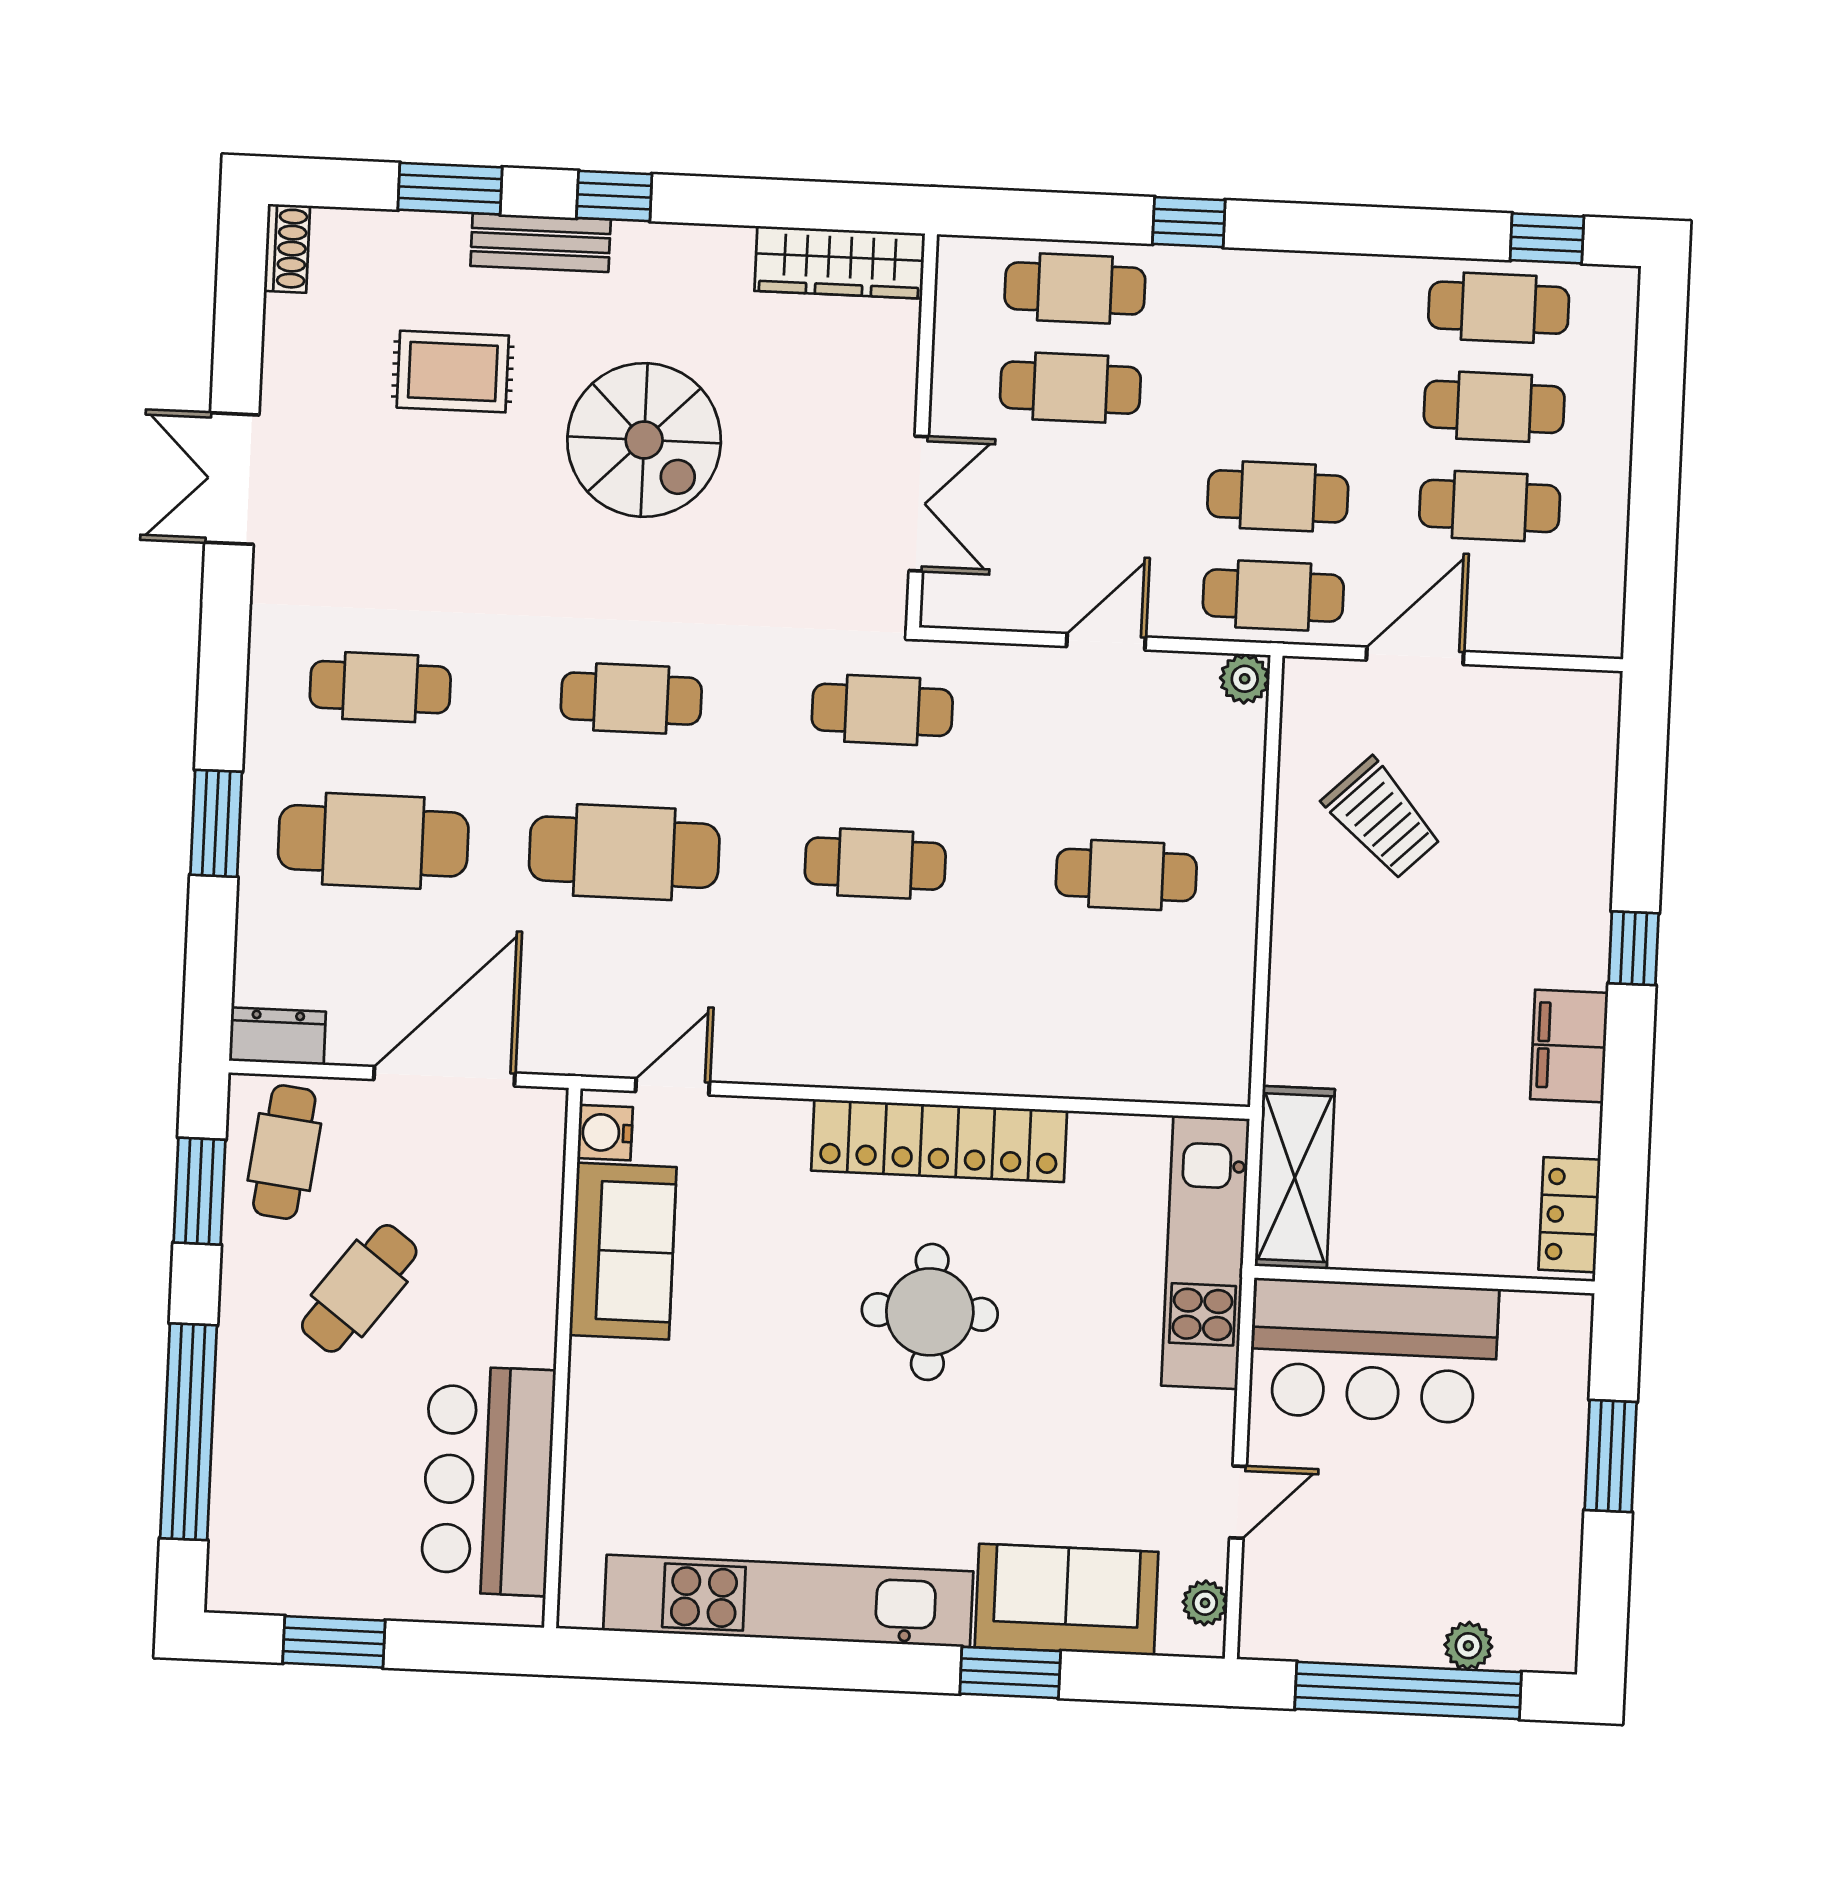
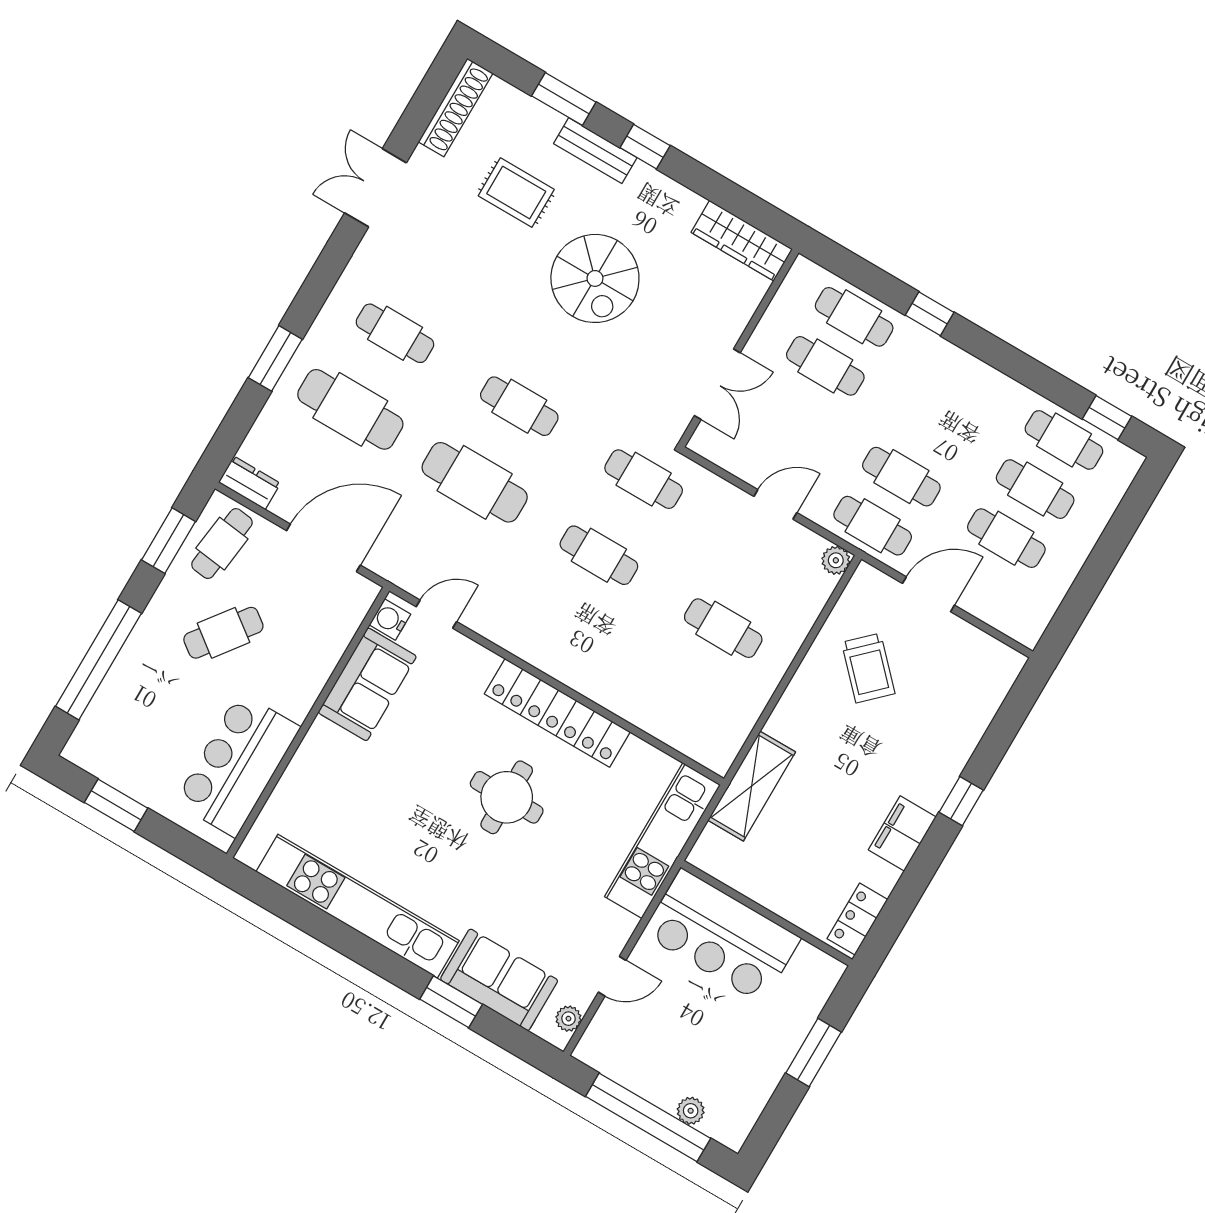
shoe rack: (287, 248) -> (456, 107), width x1.94, depth x1.24
shelving: (1295, 1178) -> (752, 786), moved

